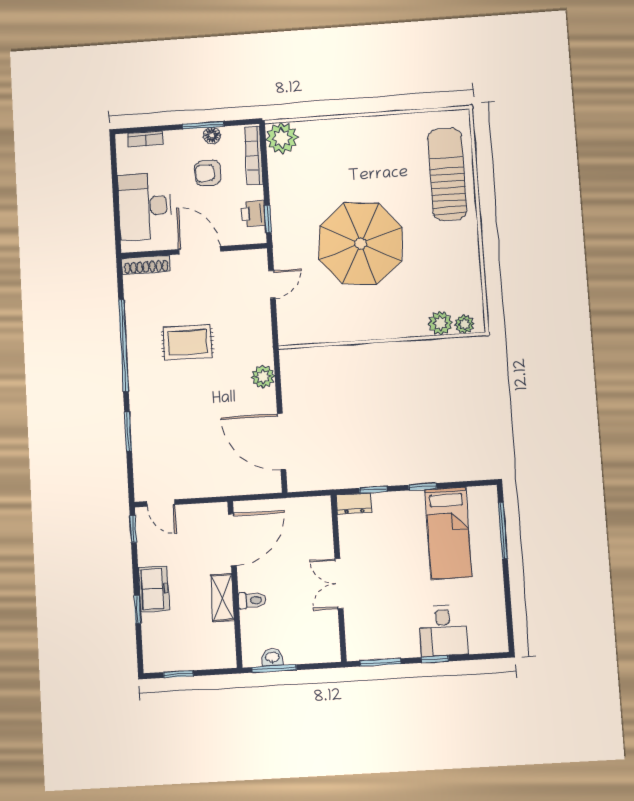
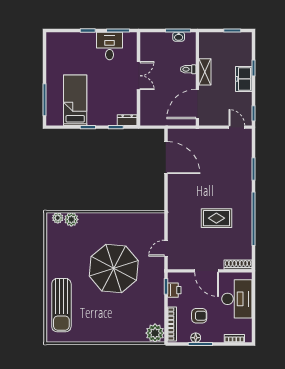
plant: (263, 377) -> (174, 195), removed
desk: (443, 631) -> (110, 46), moved

